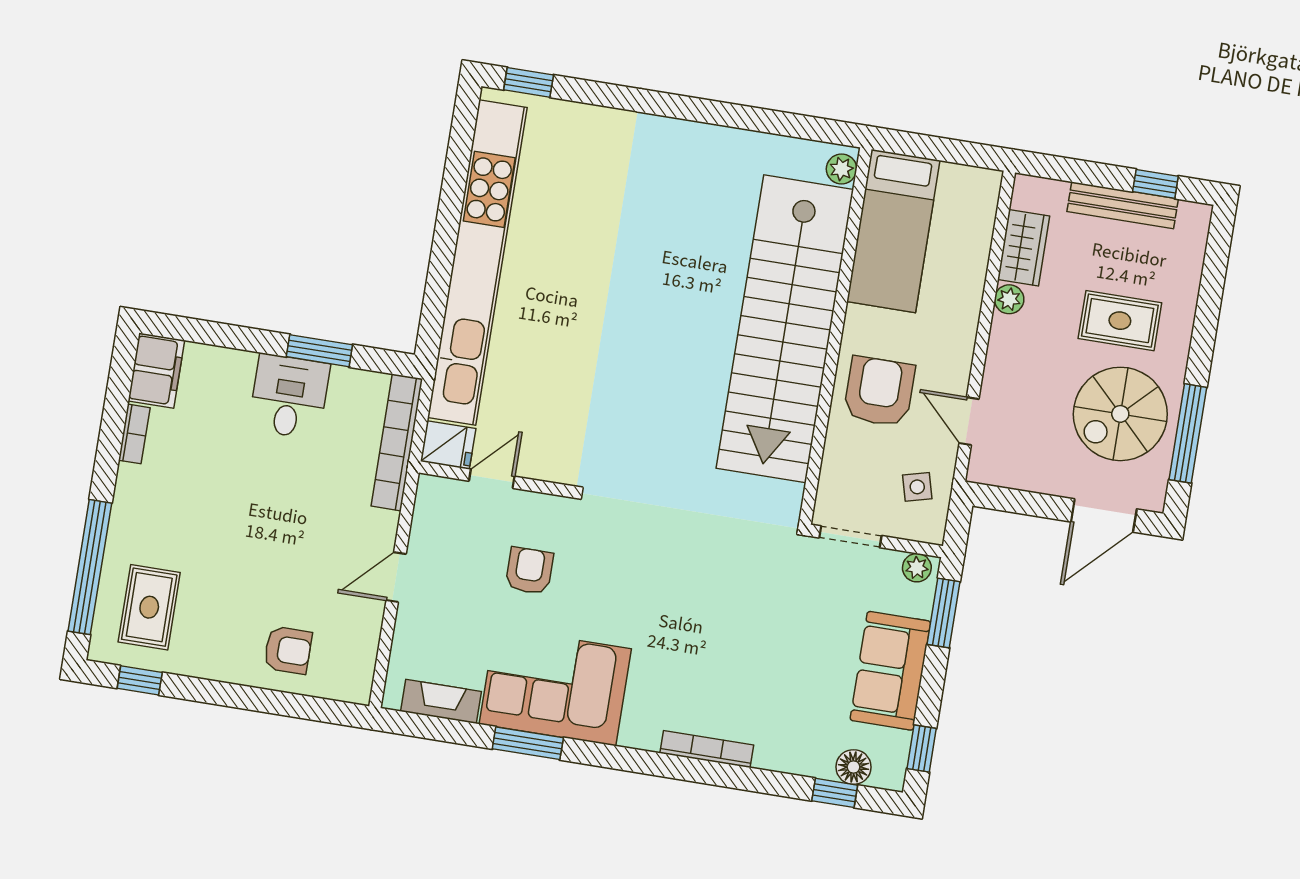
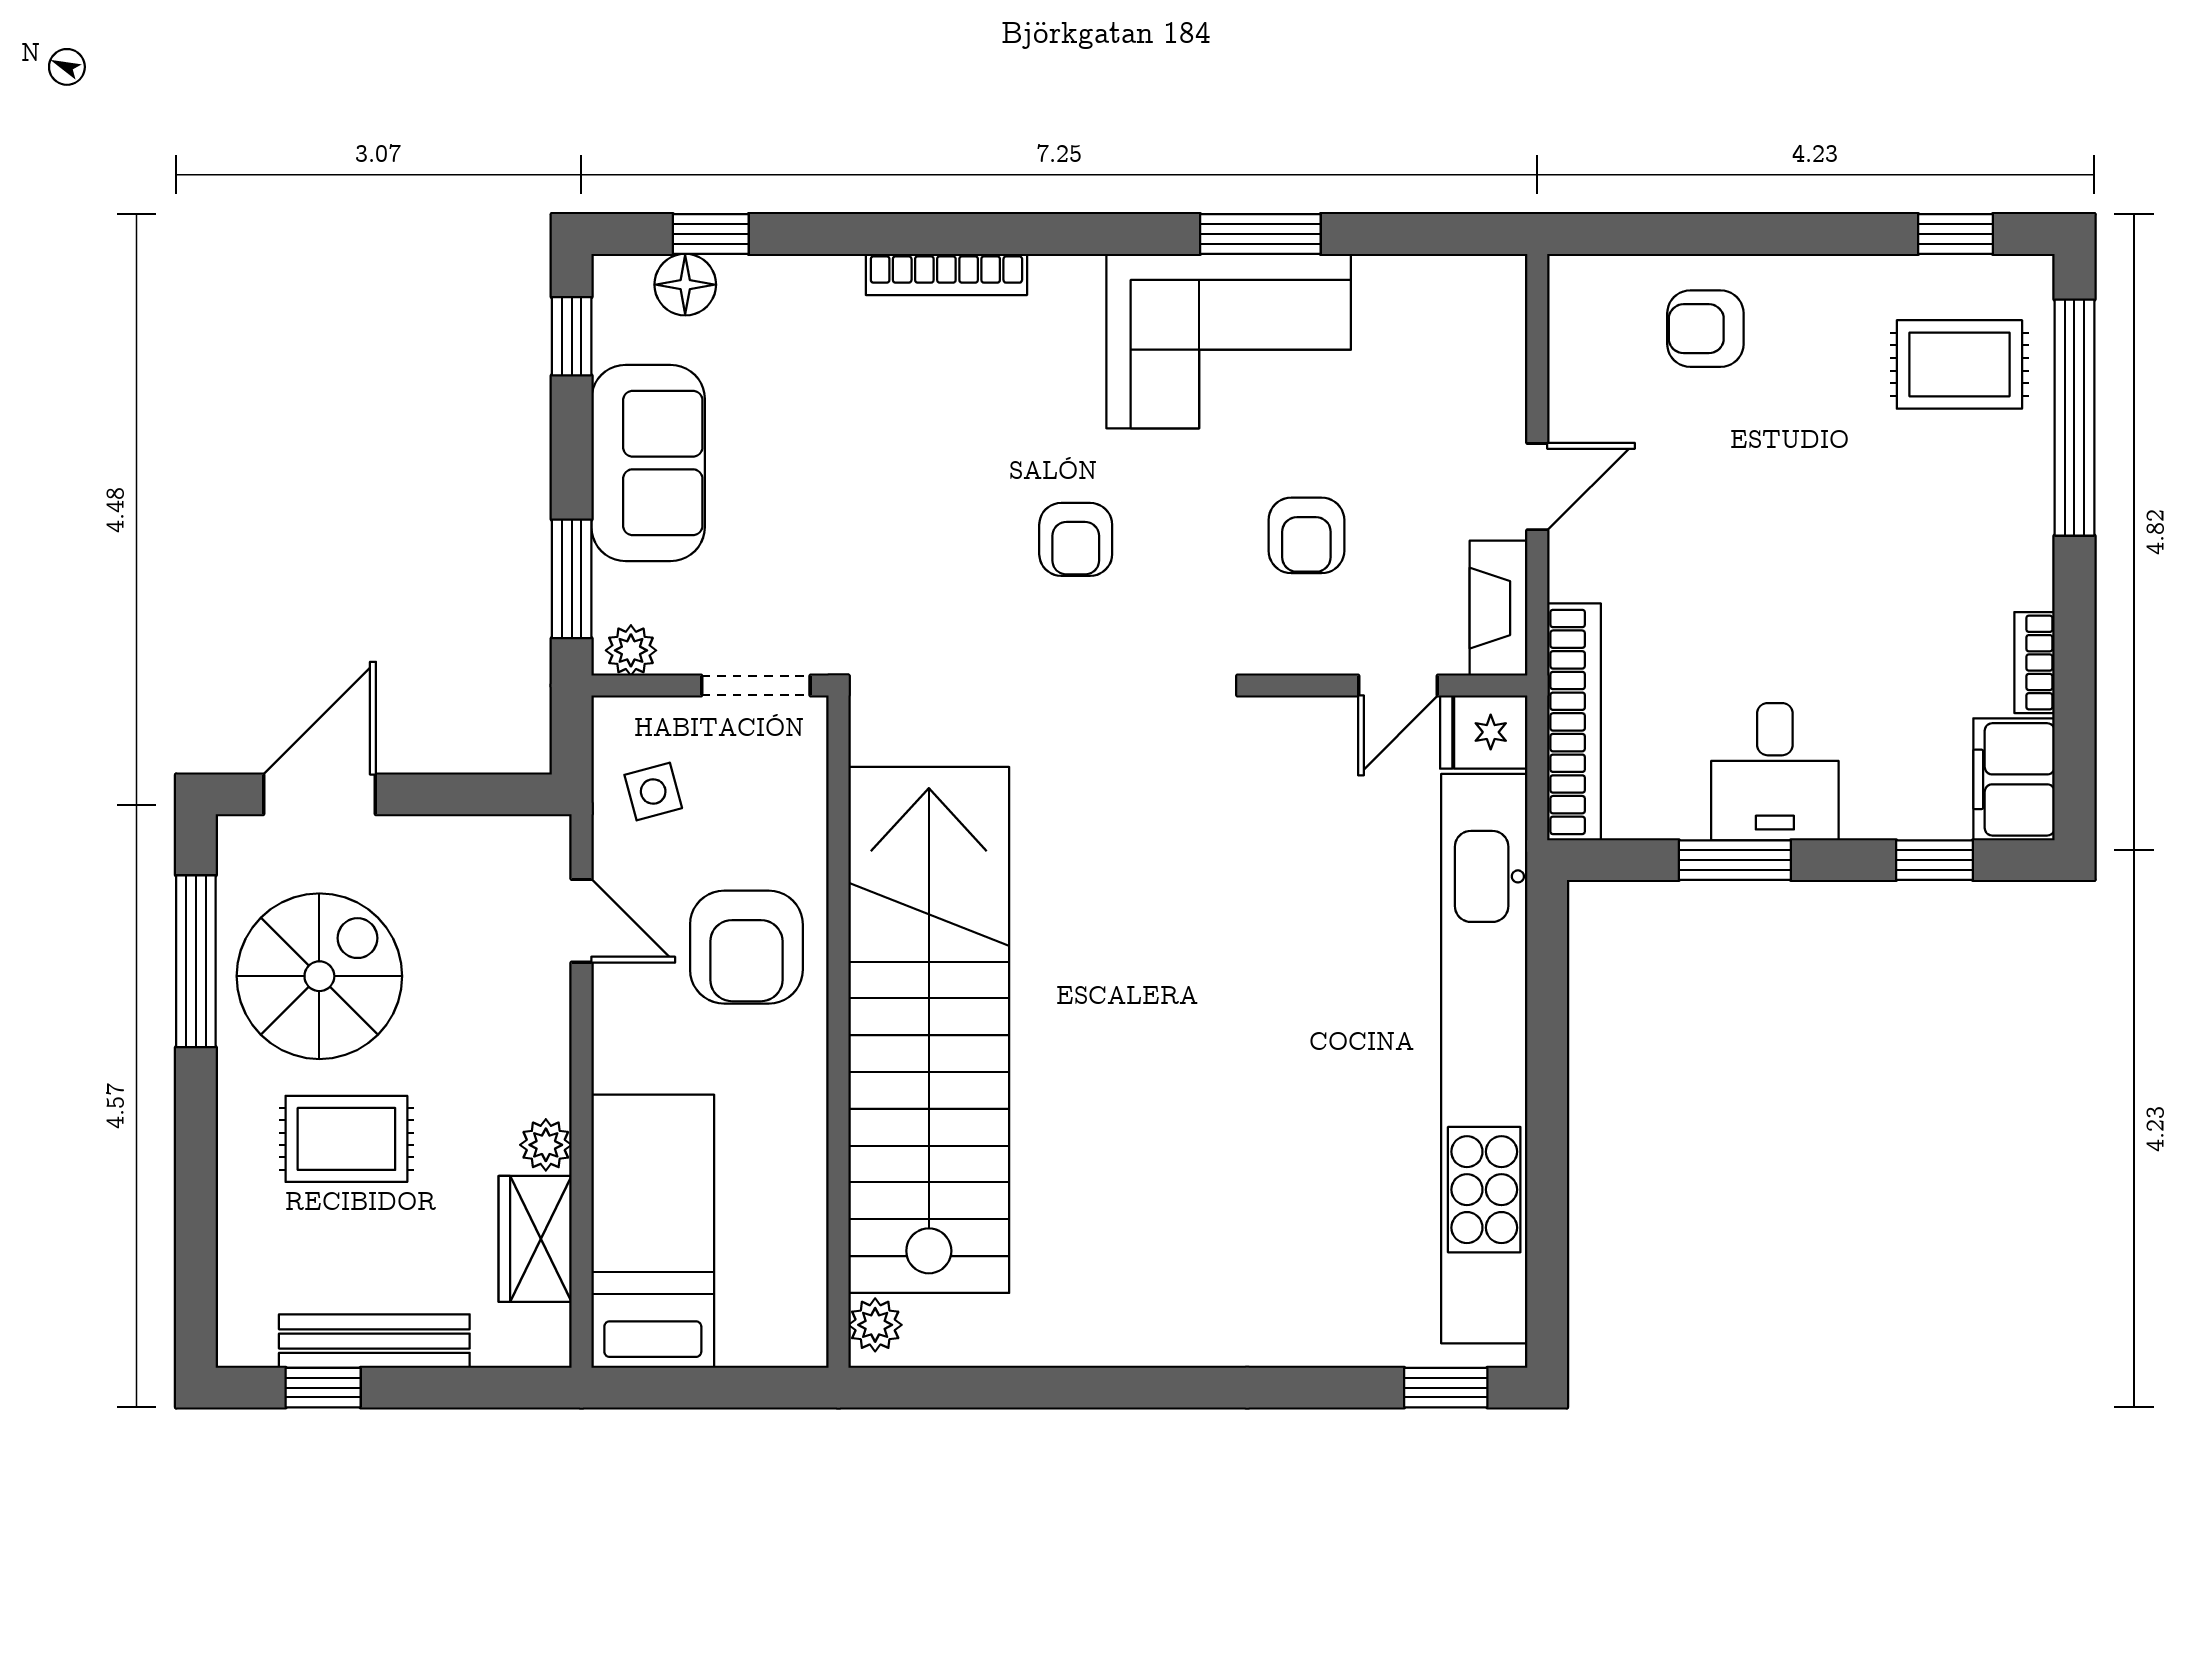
bed: (893, 231) -> (653, 1231), moved
window: (208, 333) -> (1934, 860), added
armchair: (659, 589) -> (1076, 539), added
rug: (149, 607) -> (1959, 364), turned 90
fireplace: (441, 701) -> (1499, 608), moved, turned 90

